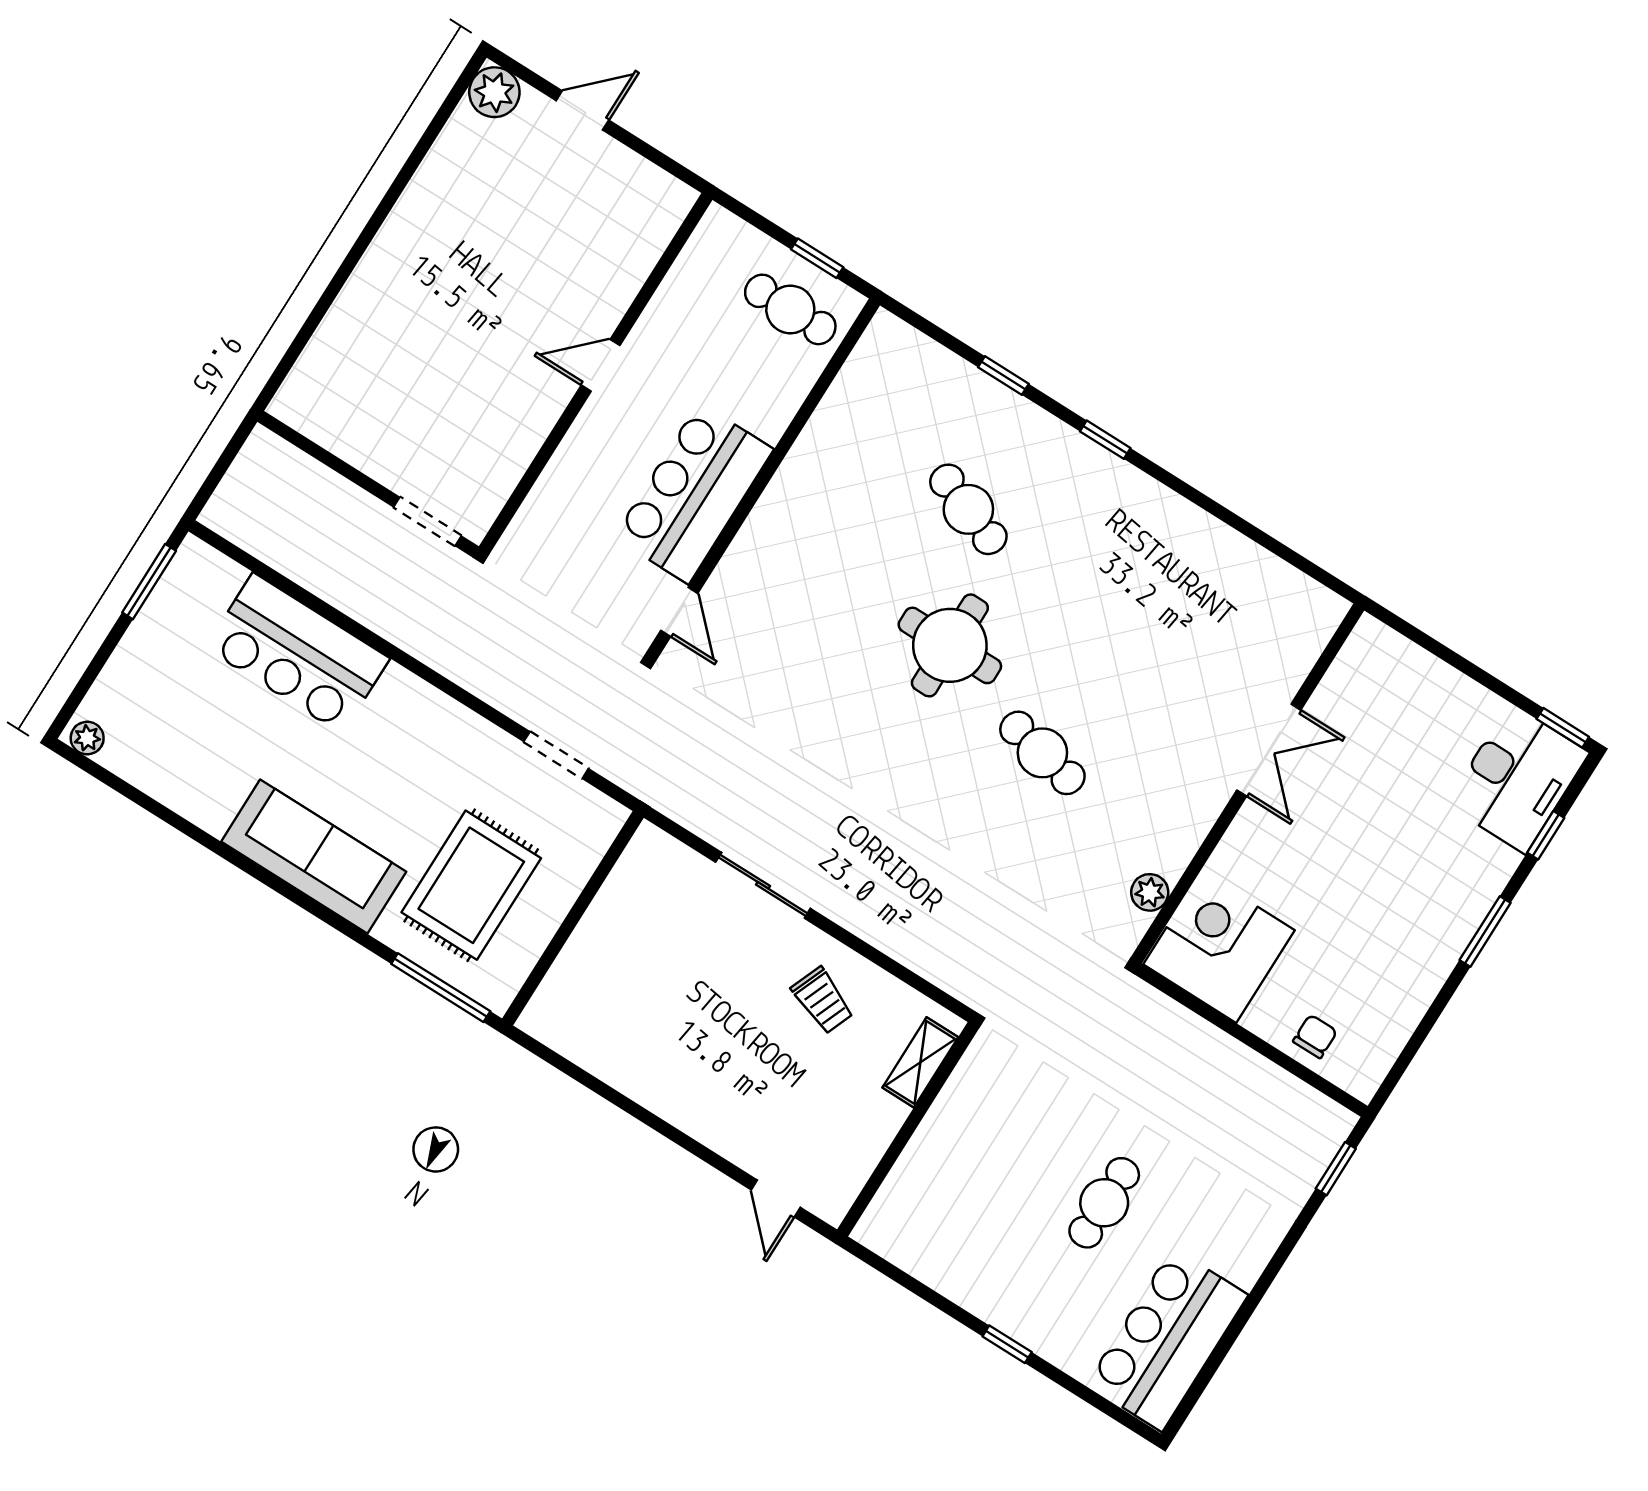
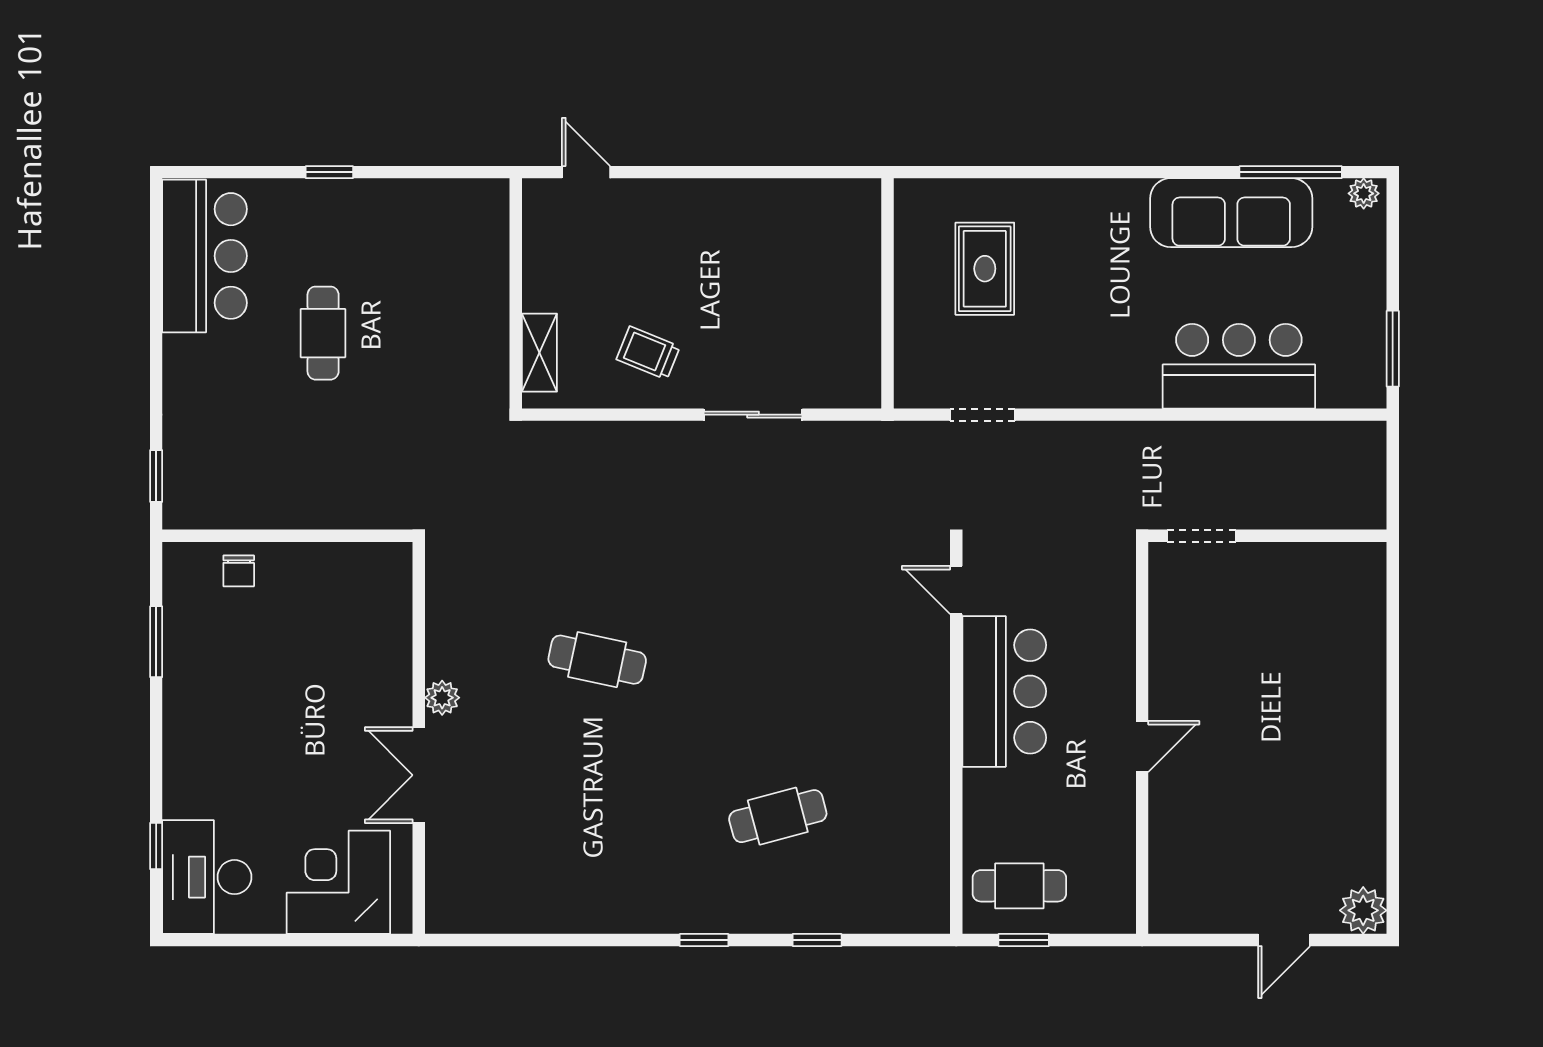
cafe table: (968, 509) -> (778, 816), turned -36
round table: (950, 645) -> (724, 699), removed
window: (1563, 728) -> (196, 940), removed
sofa: (314, 857) -> (1231, 213), moved
rug: (471, 885) -> (985, 269), width x0.73, depth x0.70
plant: (1150, 892) -> (442, 698), moved
window: (1485, 932) -> (156, 642), moved
corner desk: (1219, 947) -> (338, 882), moved, turned 180
window: (441, 988) -> (1291, 172), moved

